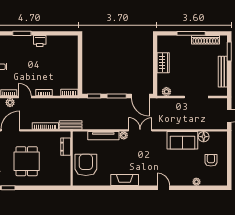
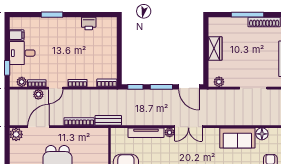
printer: (40, 41) -> (89, 23), moved
door: (25, 97) -> (56, 88), swing flipped
double door: (140, 130) -> (189, 127), swing flipped
dresser: (66, 147) -> (103, 145), removed

